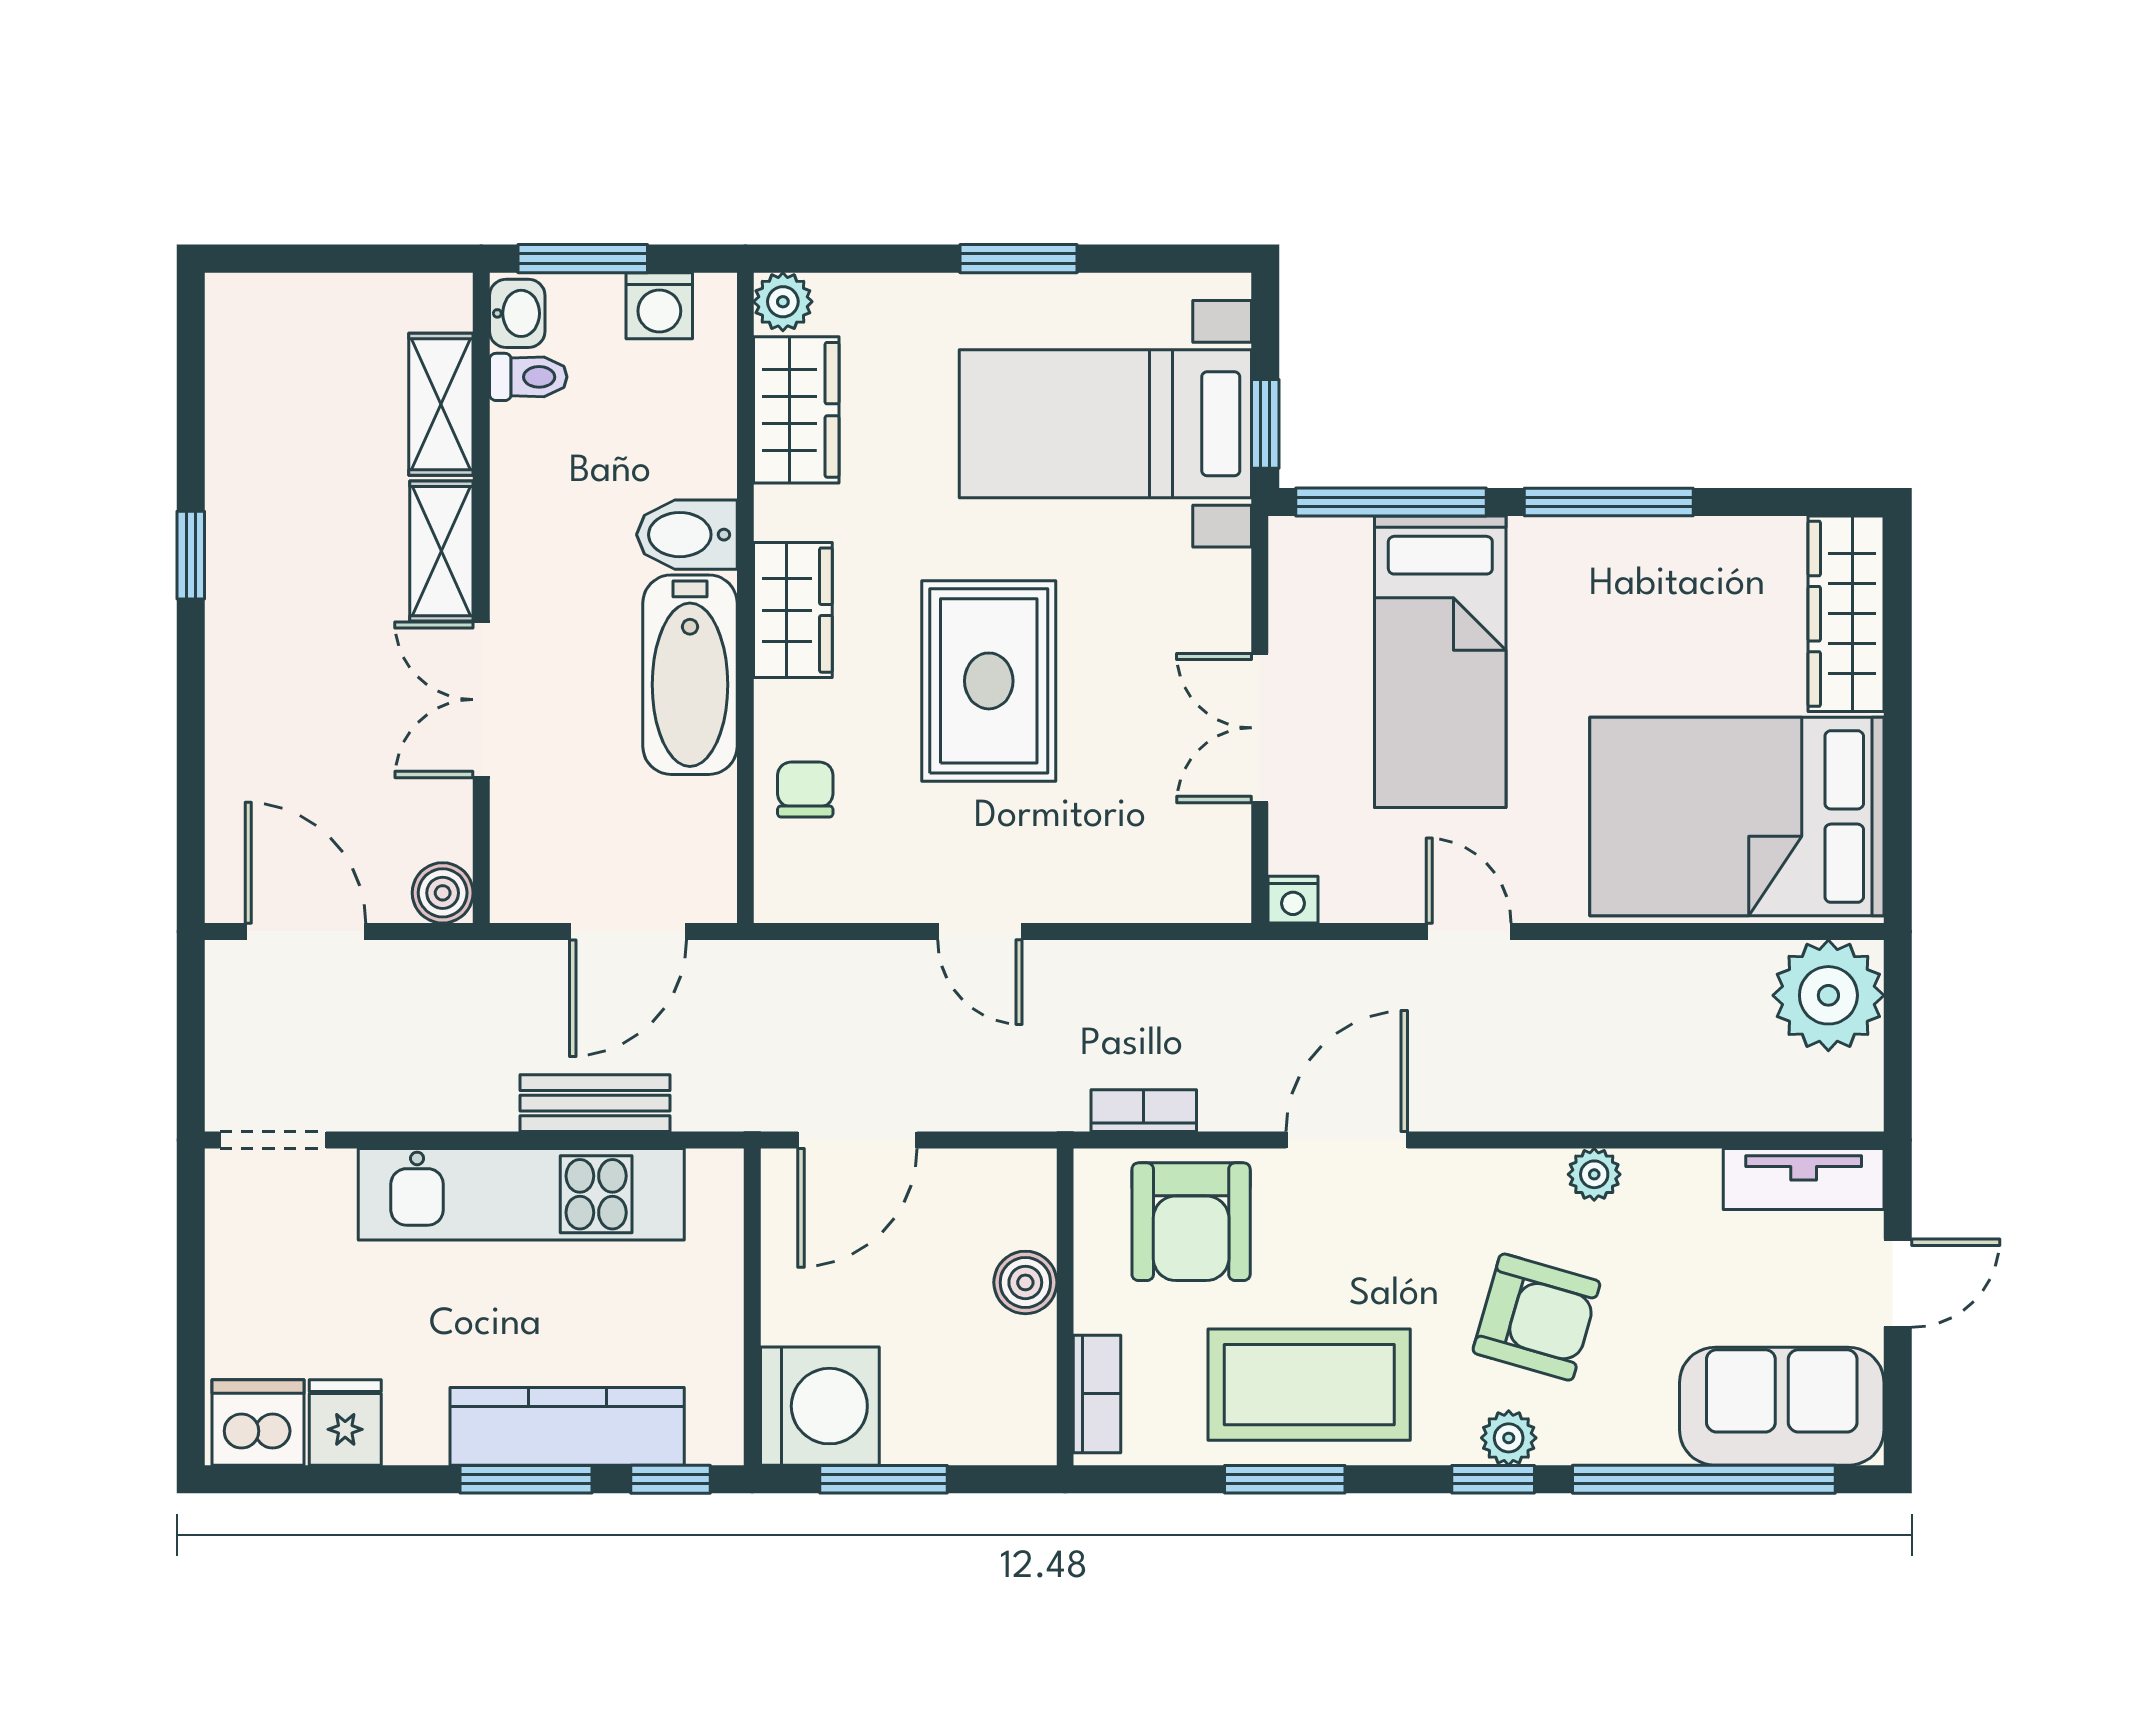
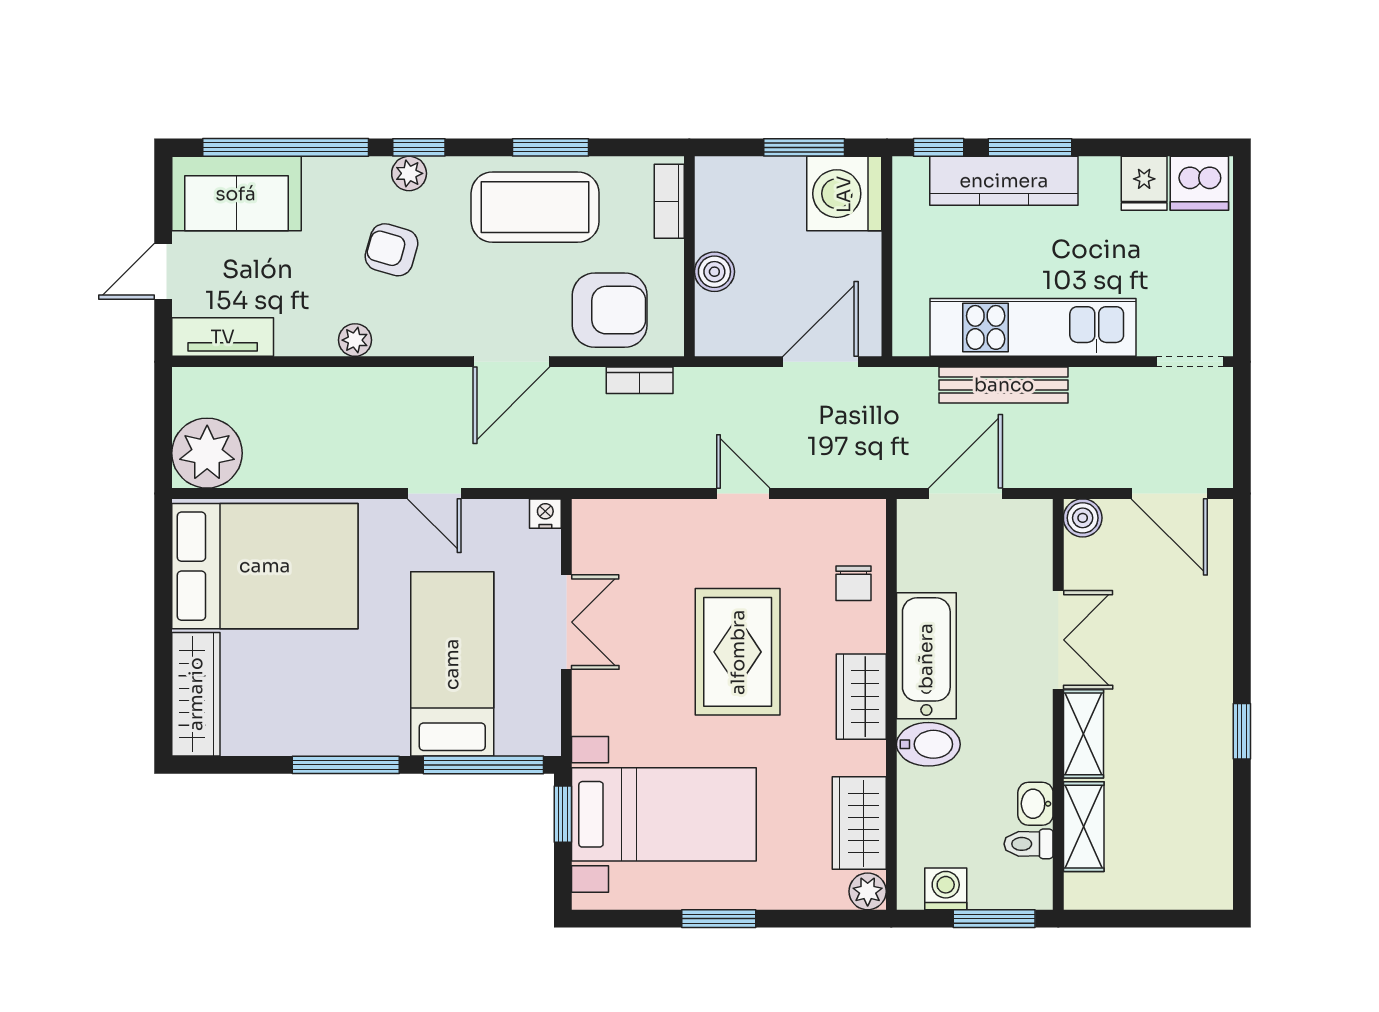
washbasin: (517, 313) -> (1035, 804), moved
bench: (595, 1103) -> (1004, 385), width x1.36
armchair: (1191, 1222) -> (610, 310), turned 90
armchair: (1536, 1317) -> (391, 250), width x0.72, depth x0.72

